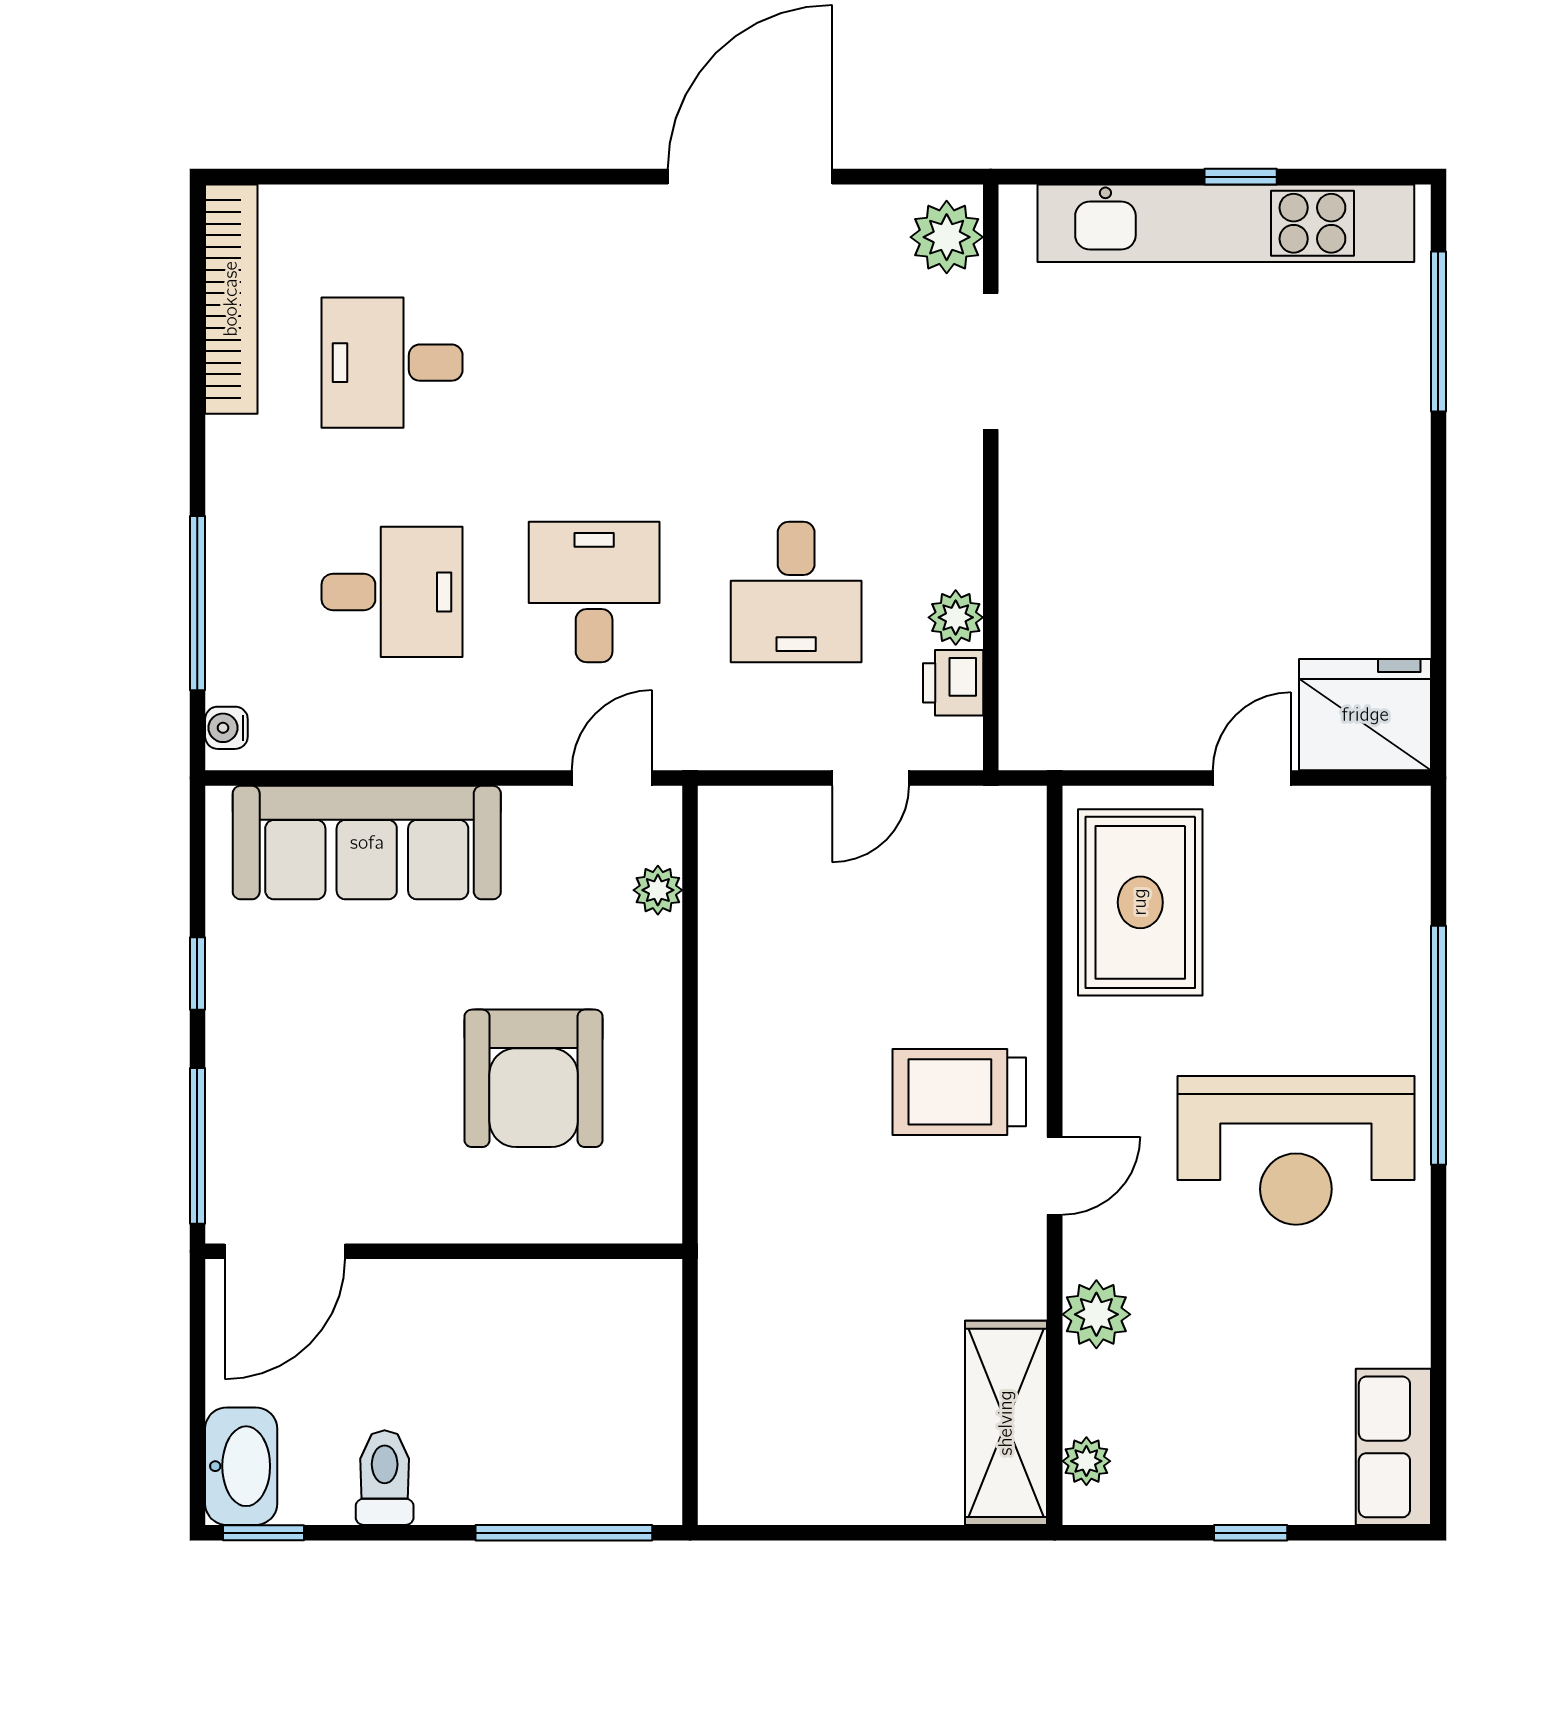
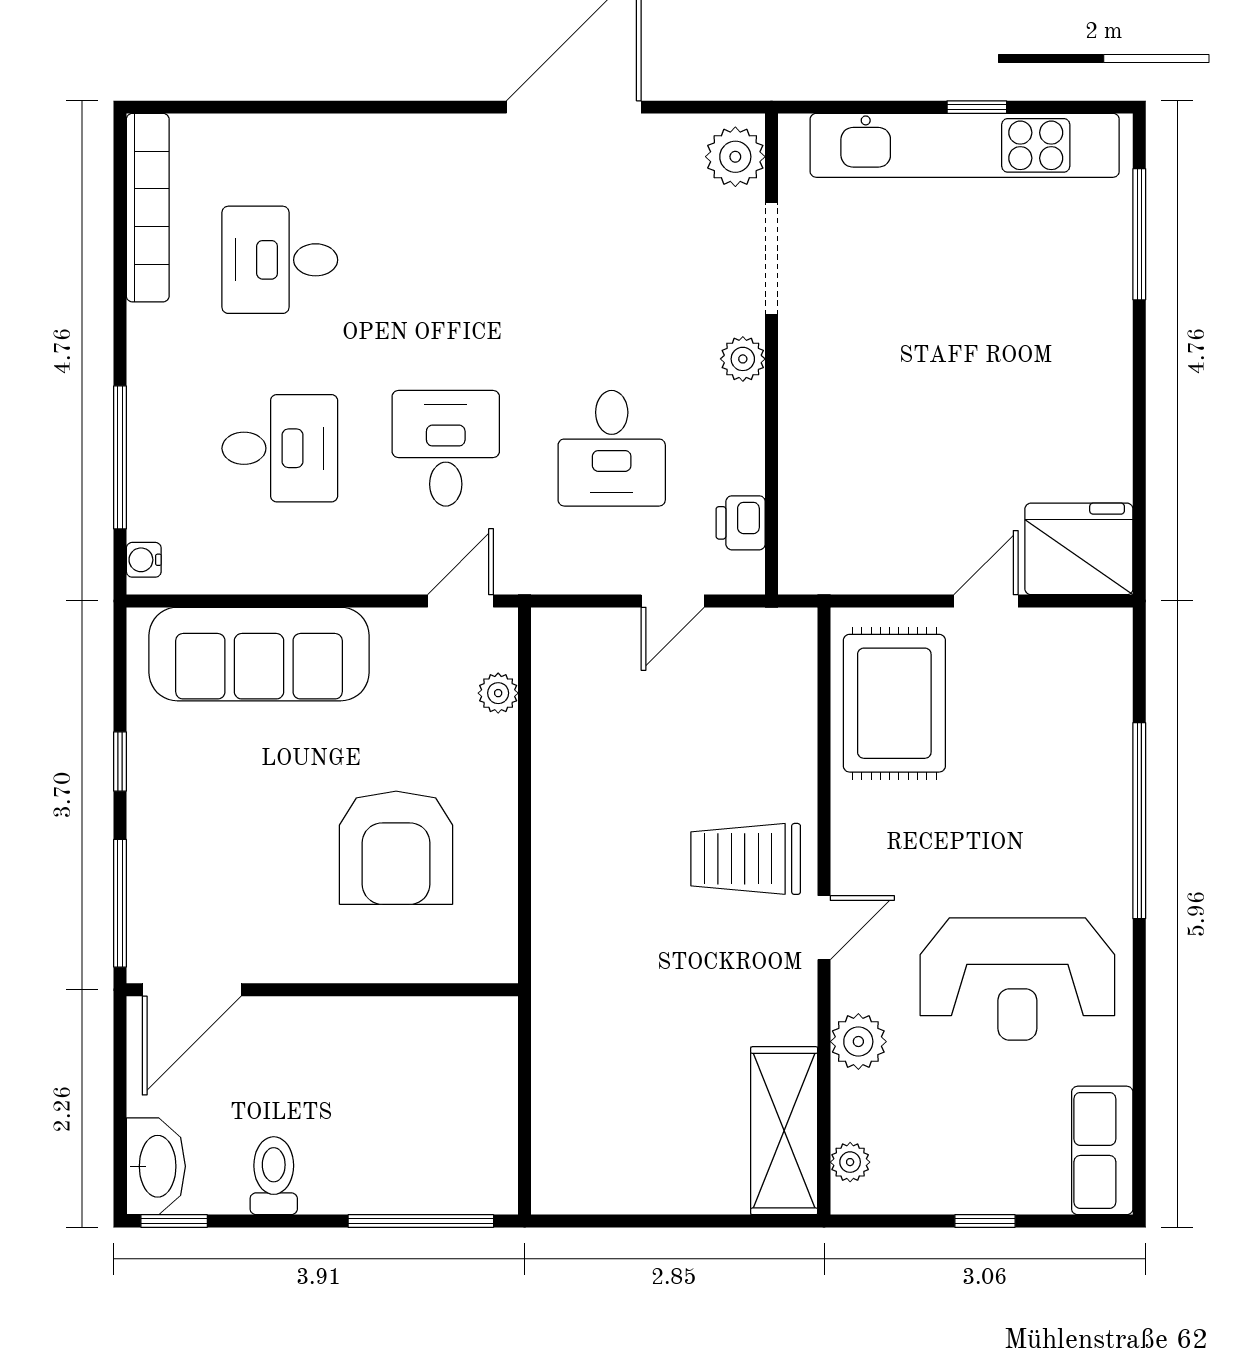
plant: (956, 617) -> (743, 359), moved
reception desk: (1296, 1150) -> (1017, 979), moved

